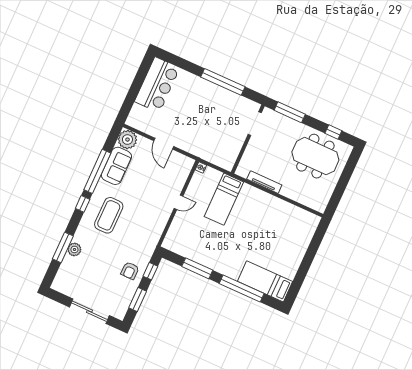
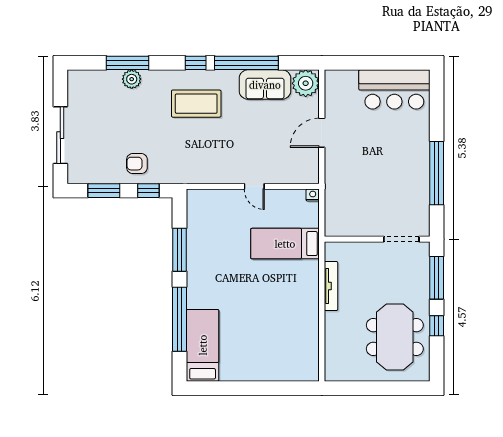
window: (333, 132) -> (437, 326), moved

